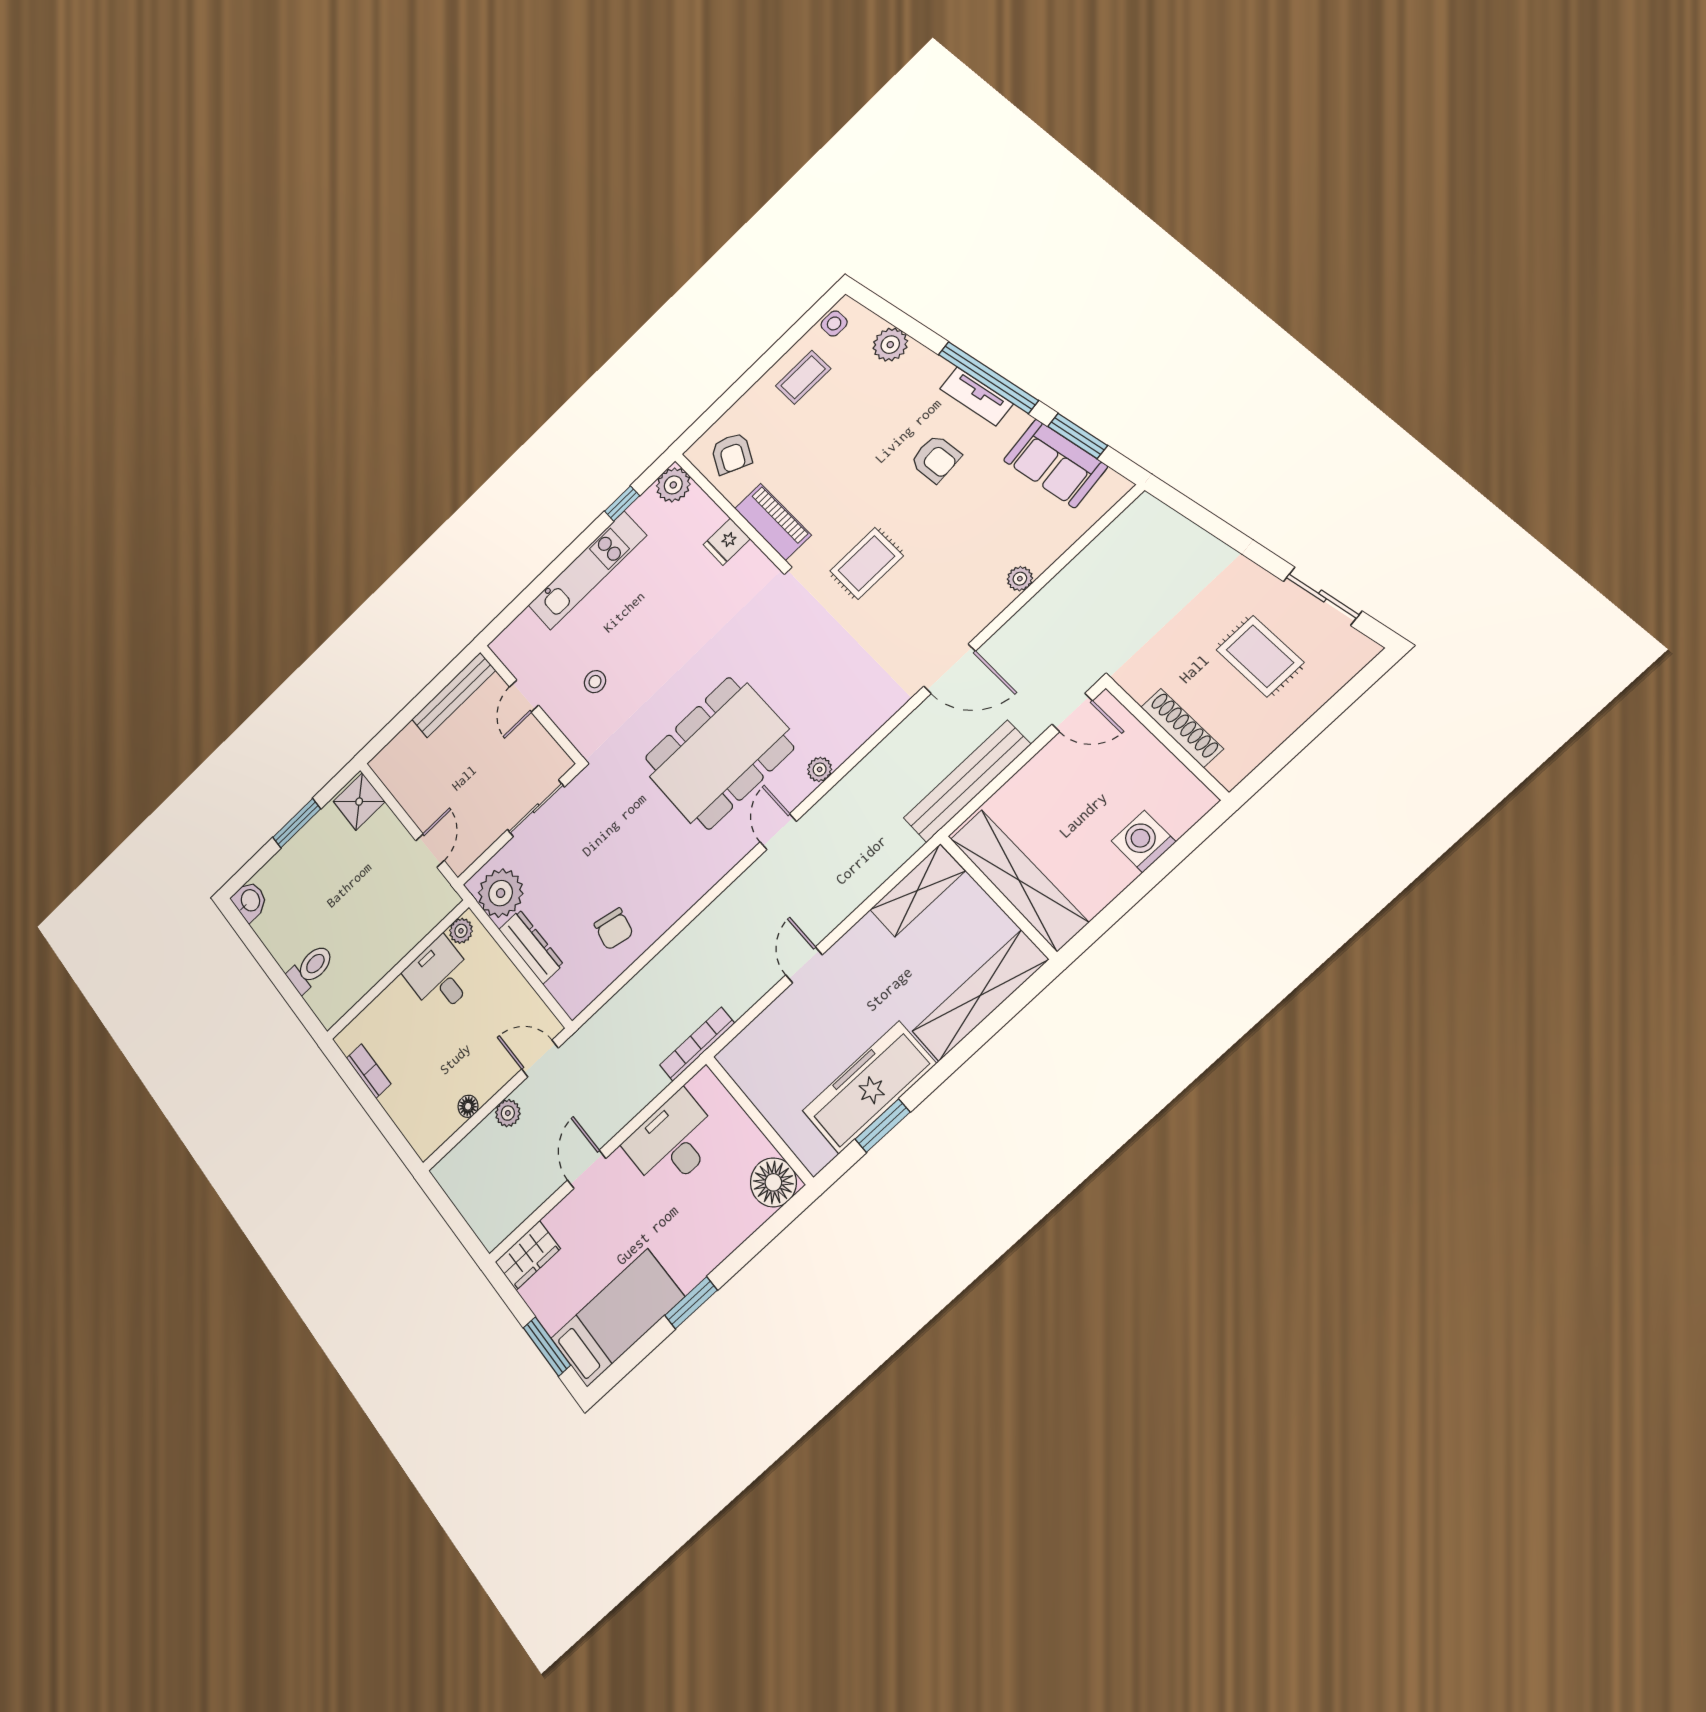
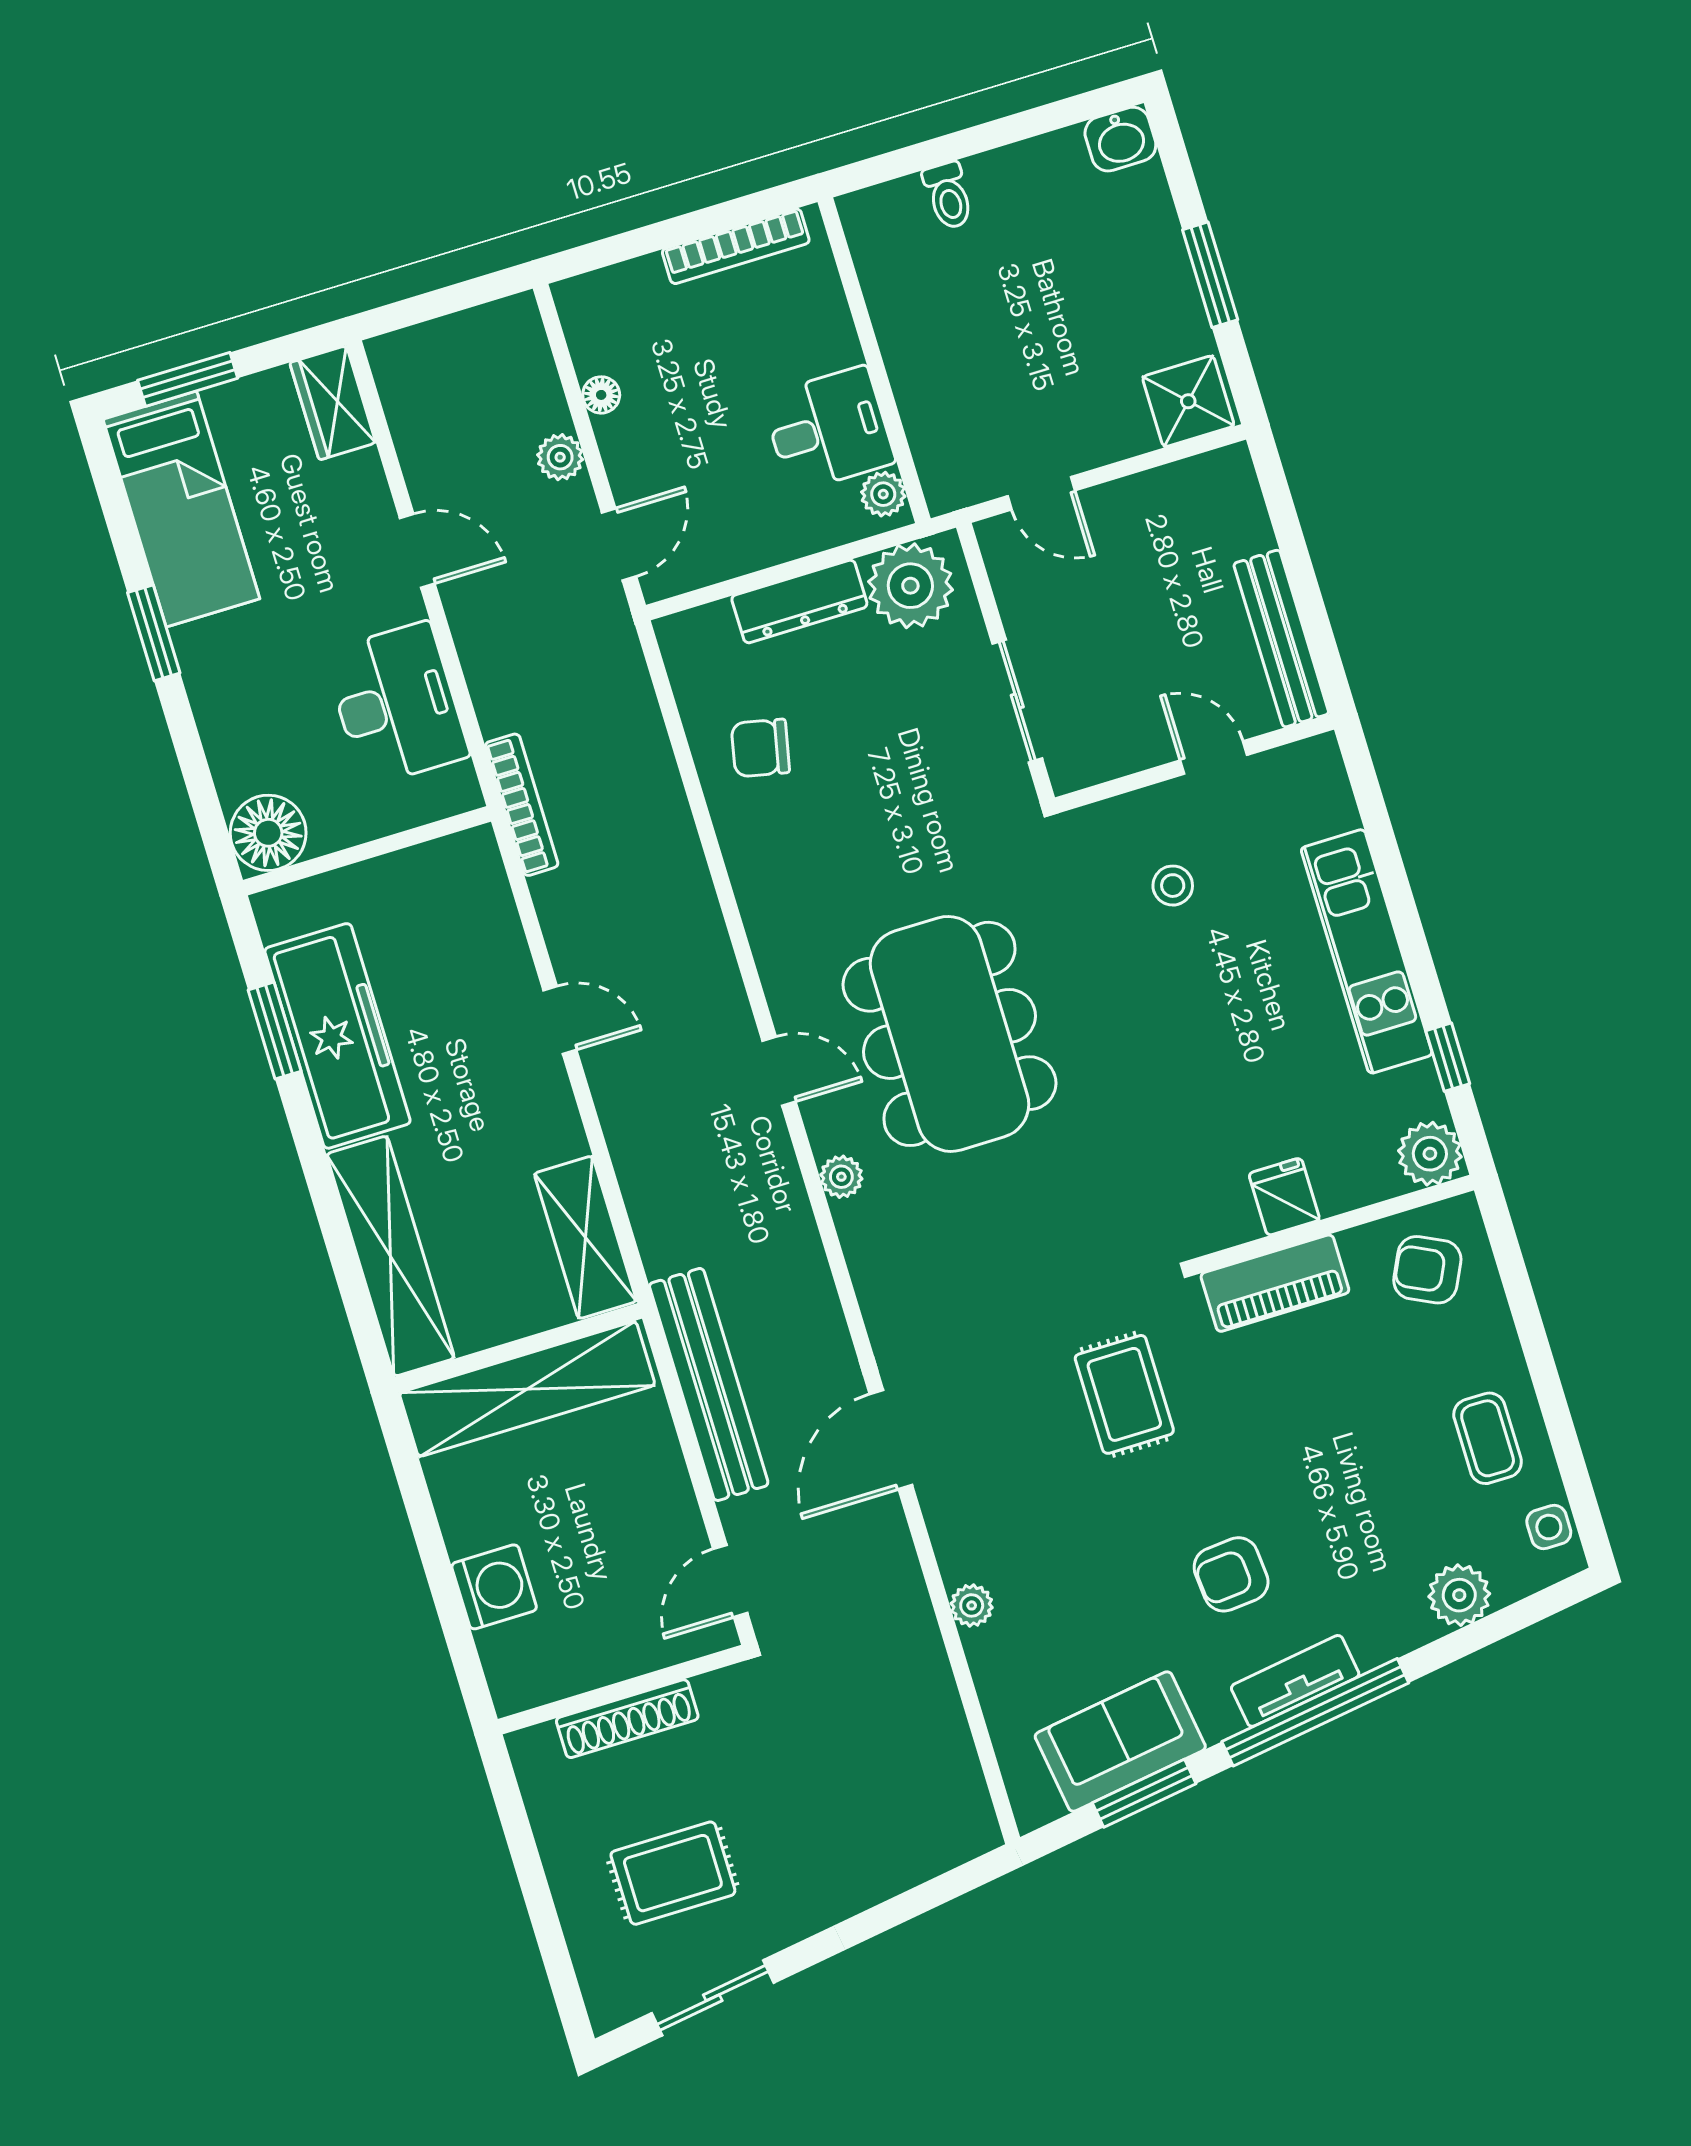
toilet: (311, 968) -> (948, 196), width x0.73, depth x0.72
bookcase: (369, 1071) -> (736, 246), width x1.56

